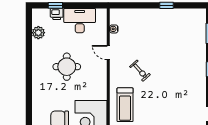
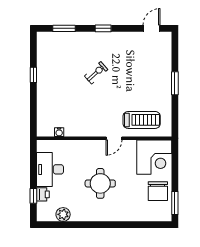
door: (108, 53) -> (114, 138), moved
exercise bike: (140, 71) -> (96, 73), moved

